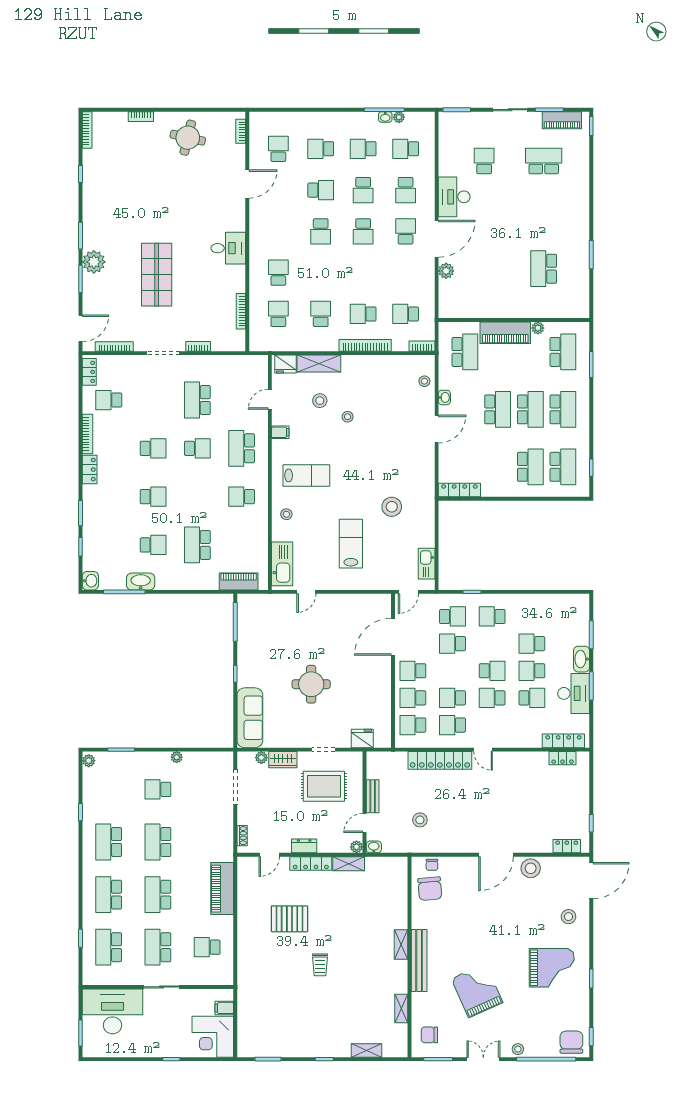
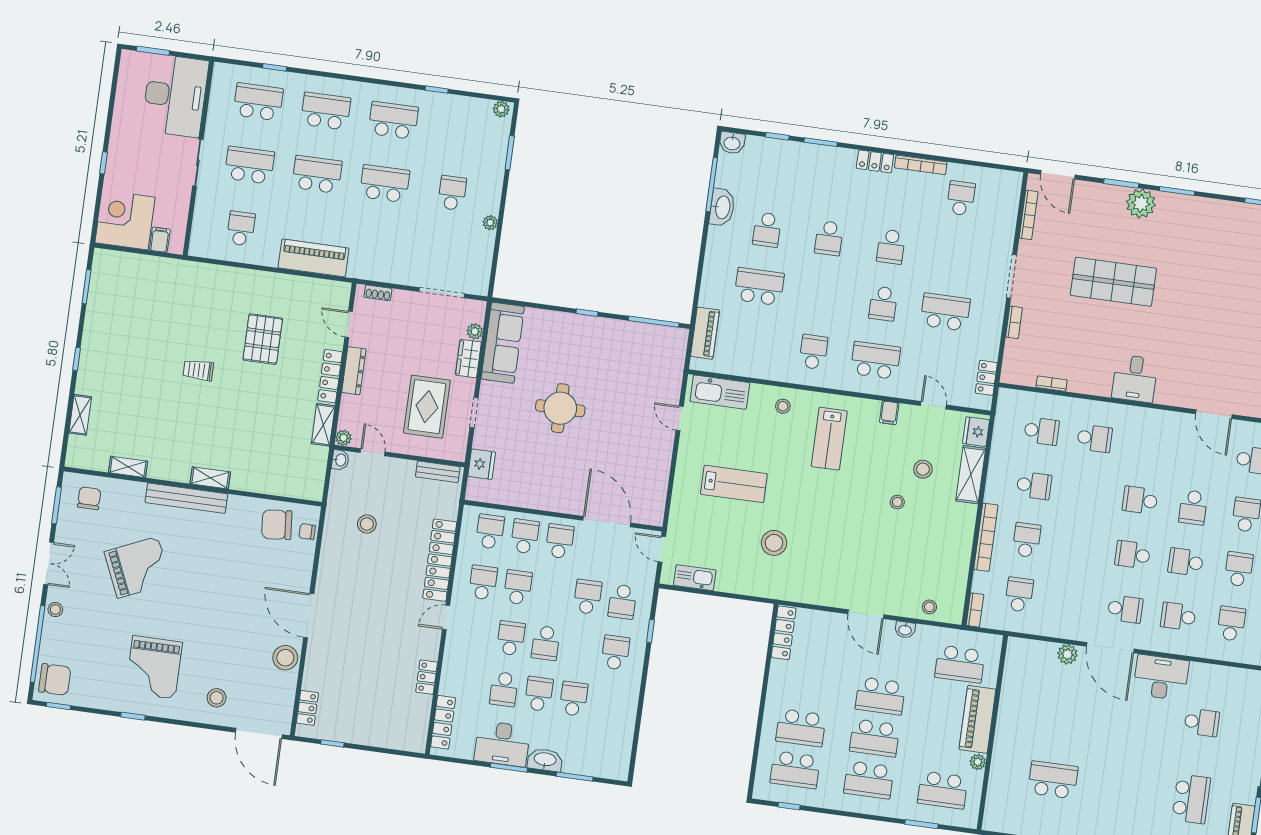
bookcase: (241, 311) -> (1052, 384), width x0.64
locker: (89, 372) -> (986, 378), moved, turned 90
sofa: (250, 718) -> (503, 343), moved, turned -90
locker: (563, 758) -> (427, 677), moved
bench: (373, 796) -> (438, 472), moved
dresser: (304, 846) -> (354, 371), width x1.44

